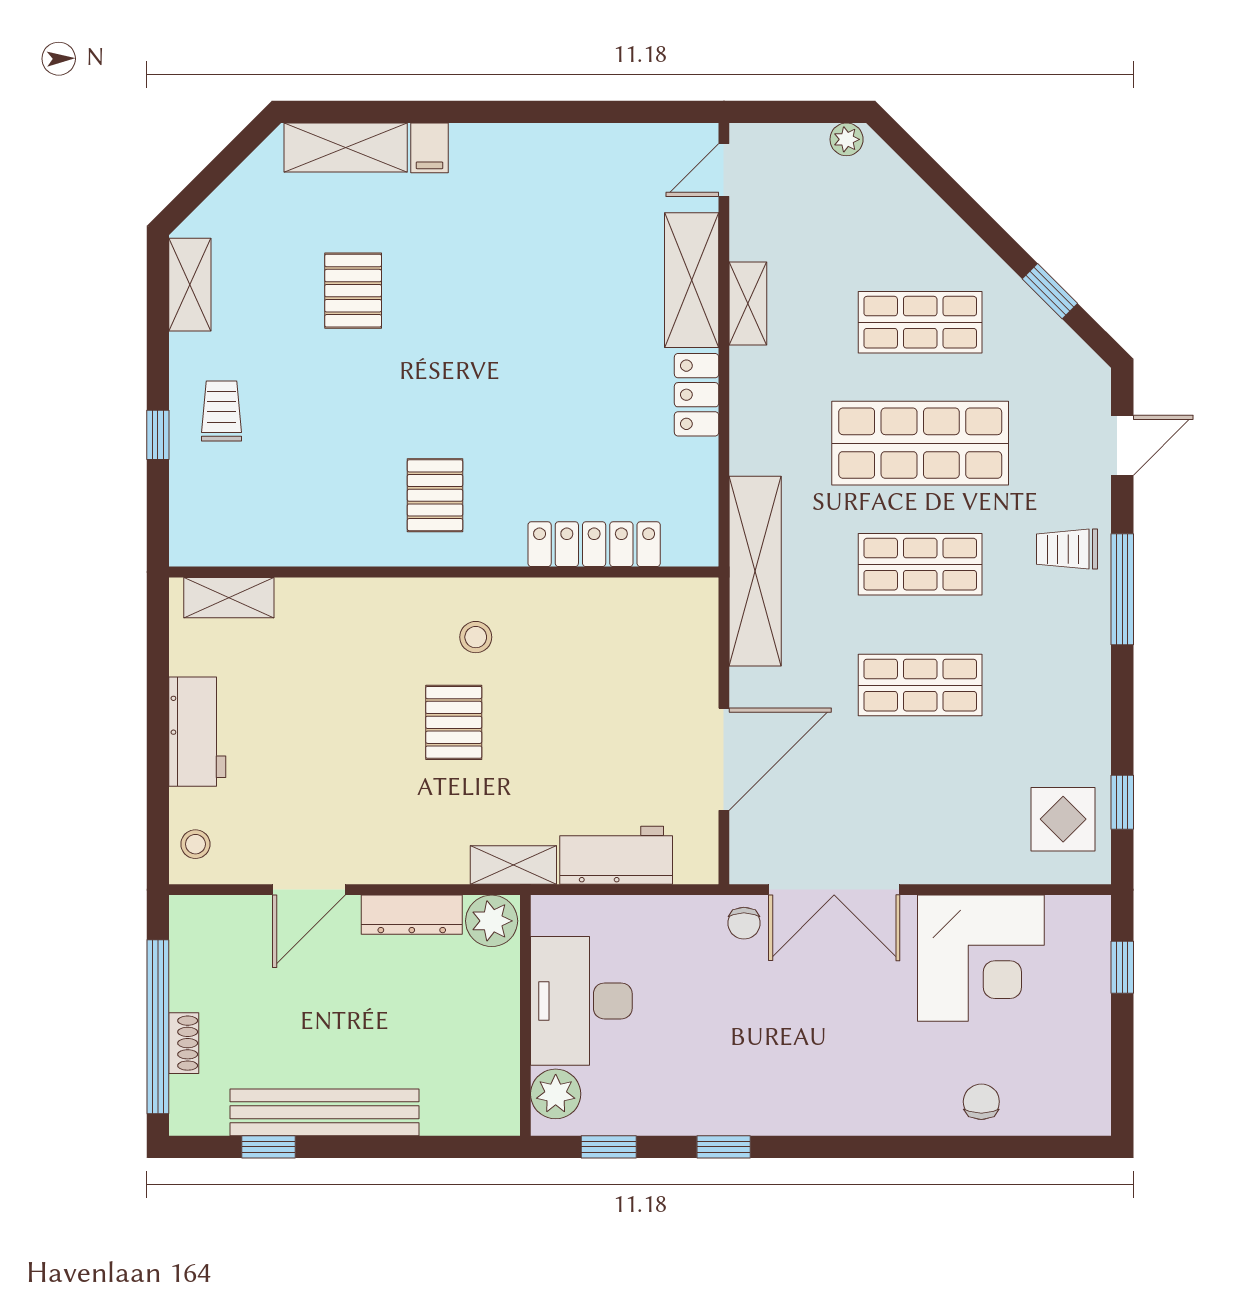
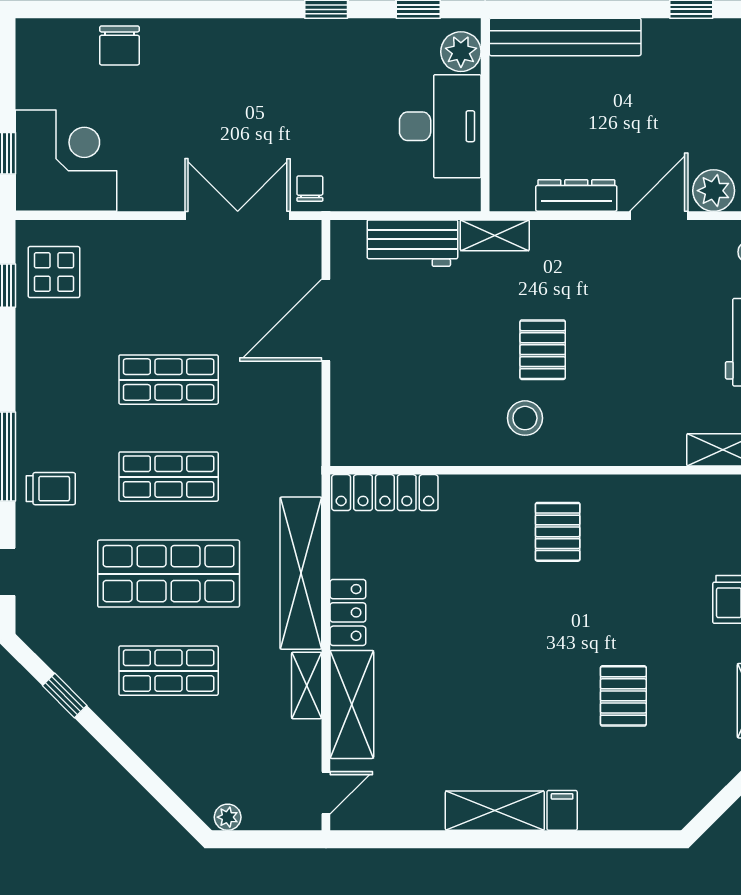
shelving: (346, 148) -> (495, 811), moved
locker: (594, 544) -> (385, 493), moved
shelving: (755, 571) -> (301, 573), moved
stool: (476, 637) -> (525, 418), width x1.37, depth x1.37
plant: (492, 921) -> (714, 191), moved
corner desk: (981, 958) -> (66, 161), moved, turned 90
chair: (981, 1102) -> (120, 45), width x1.37, depth x1.37
bench: (324, 1112) -> (565, 37), moved

